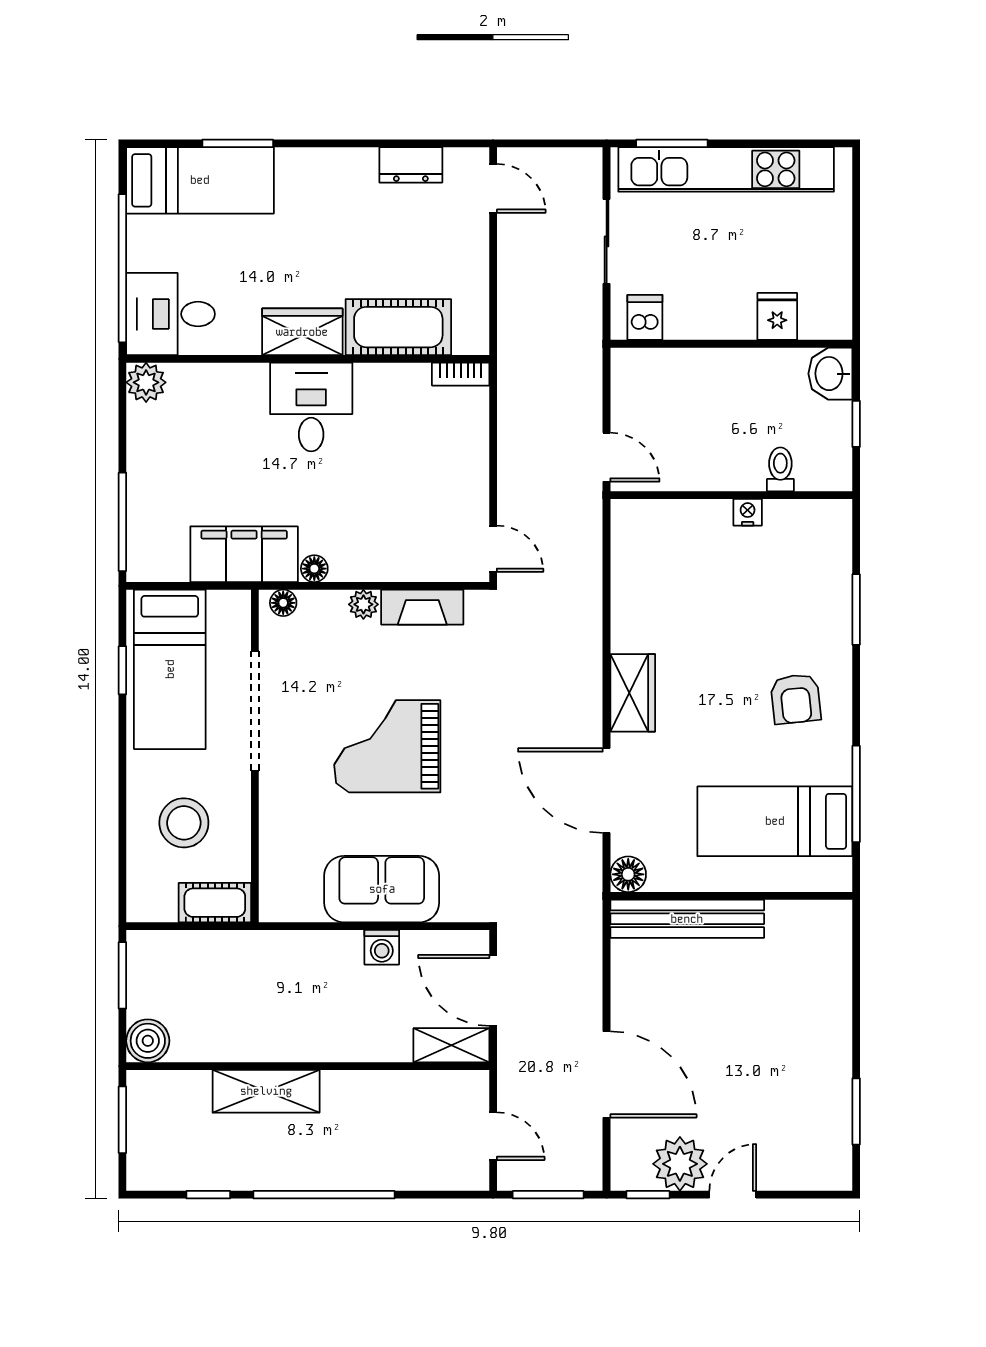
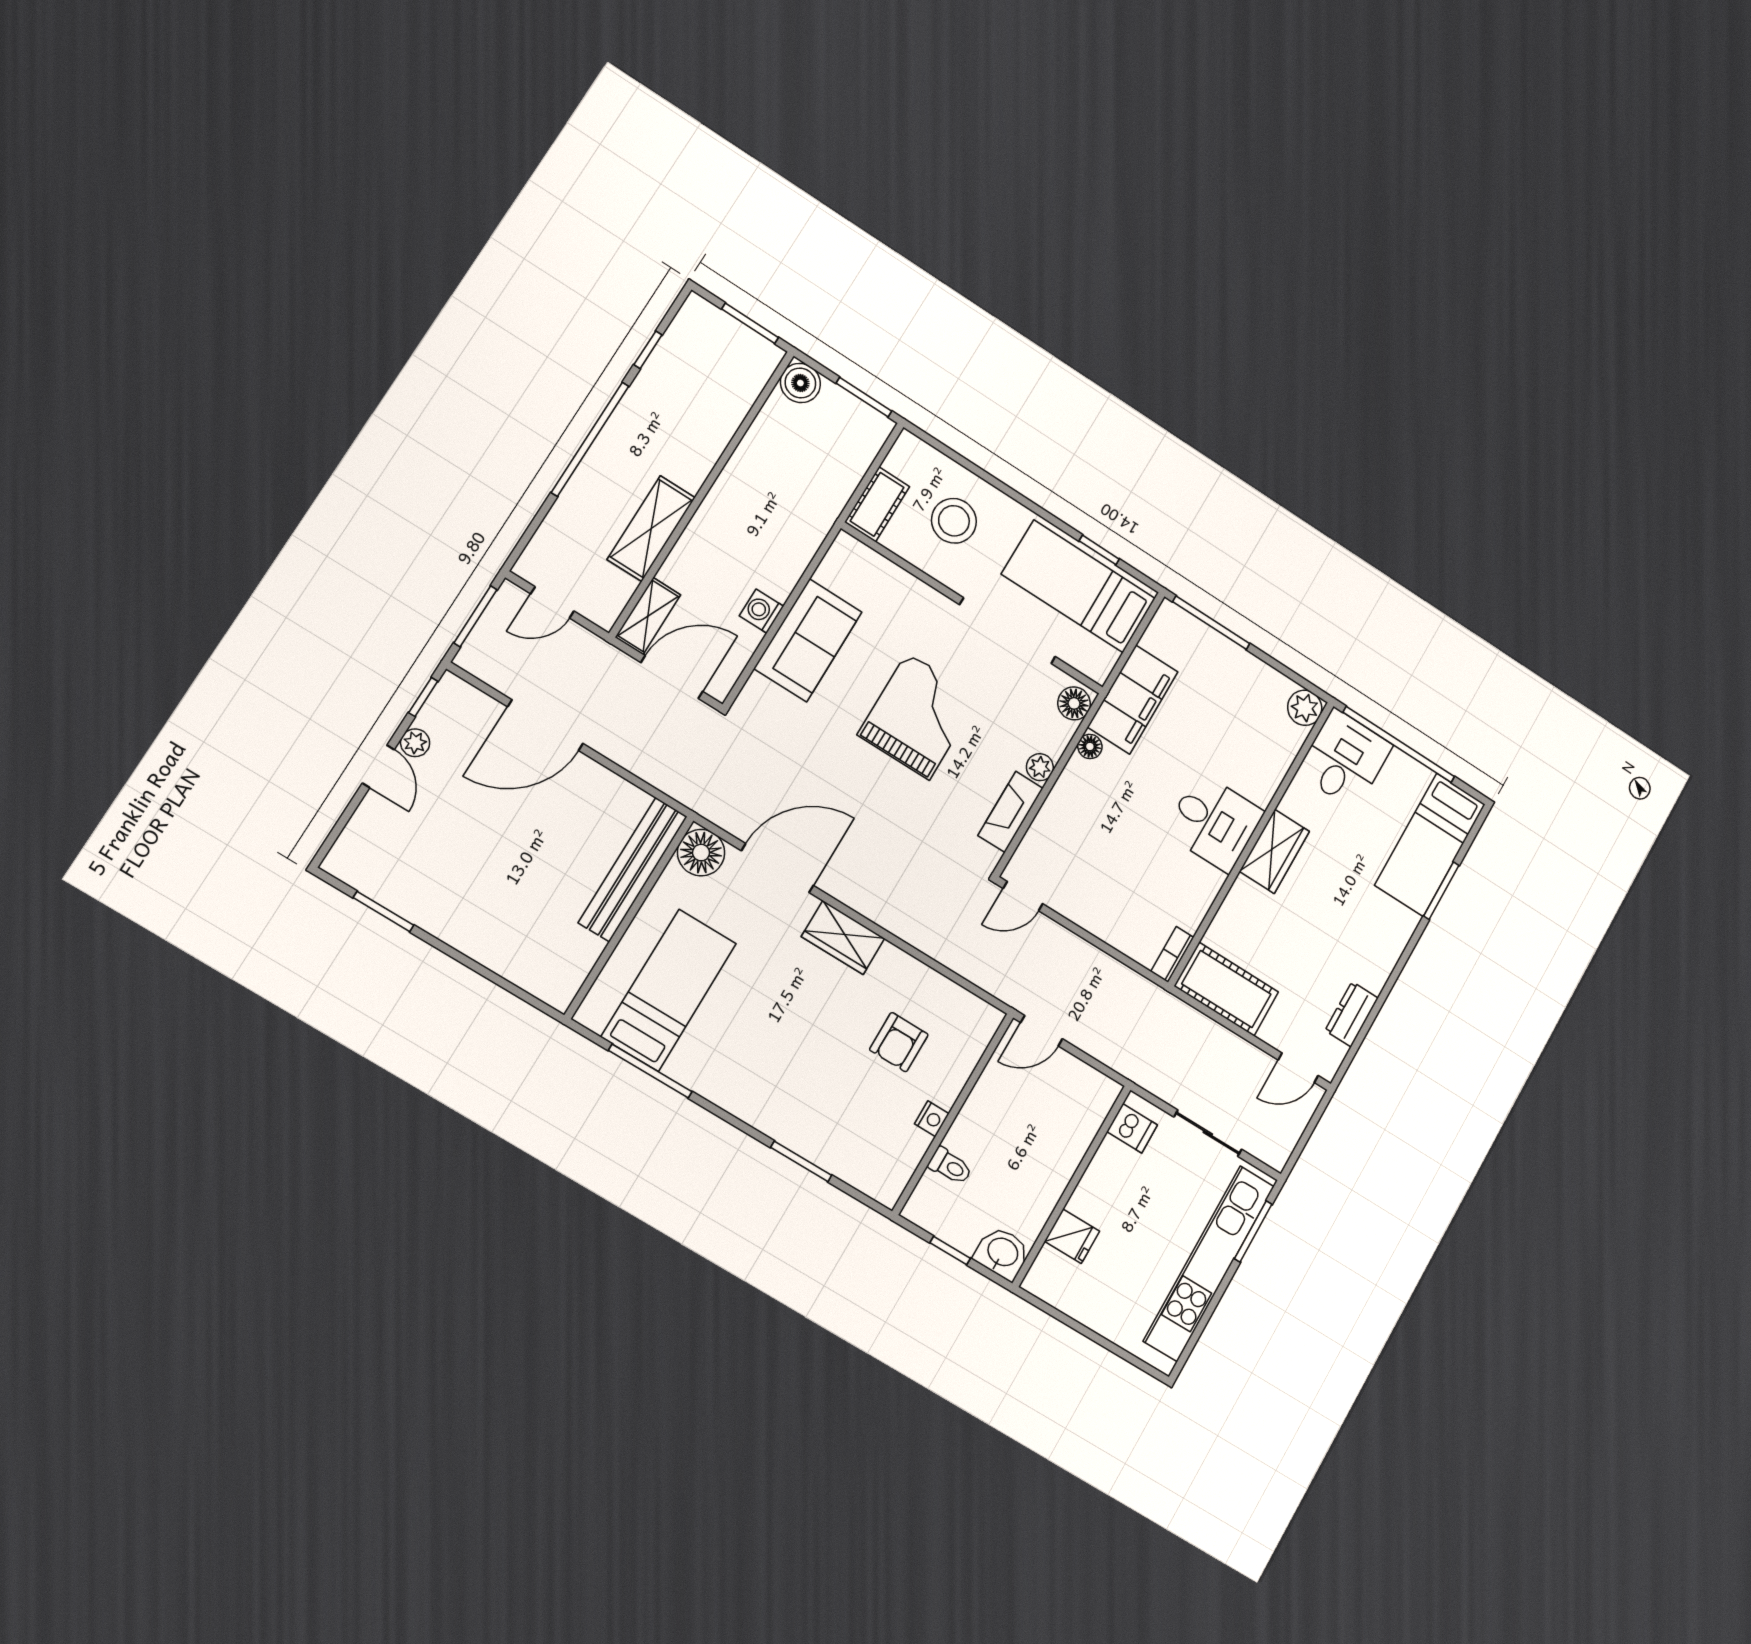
cot: (398, 327) -> (1226, 989), moved, turned 90
floor lamp: (283, 603) -> (1074, 703), width x1.37, depth x1.37
armchair: (796, 699) -> (899, 1042), moved, turned -84
floor lamp: (628, 874) -> (701, 853), width x1.38, depth x1.38
shelving: (266, 1091) -> (651, 529), moved
plant: (680, 1164) -> (415, 743), width x0.53, depth x0.53

